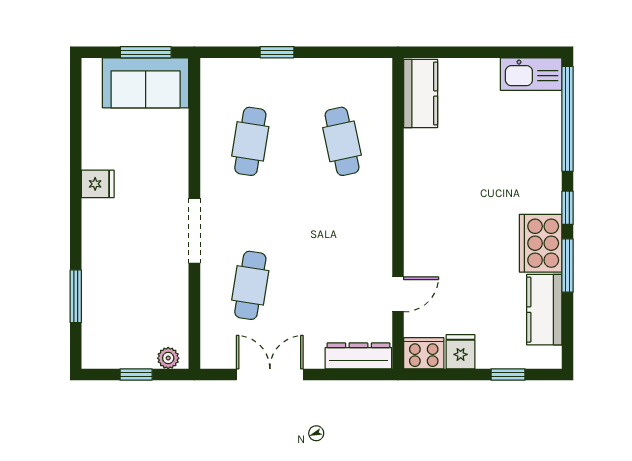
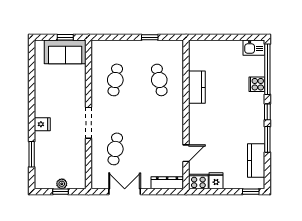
window: (146, 52) -> (65, 37), width x0.67
window: (277, 52) -> (150, 37), moved
kitchen sink: (531, 74) -> (254, 48), width x0.73
kitchen counter: (421, 94) -> (197, 87), moved
fridge: (98, 184) -> (42, 124), moved
cooker: (541, 243) -> (257, 84), moved, width x0.53, depth x0.76
plant: (168, 358) -> (62, 184), moved
window: (508, 374) -> (251, 192), moved

